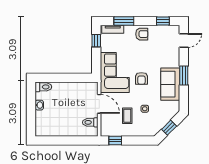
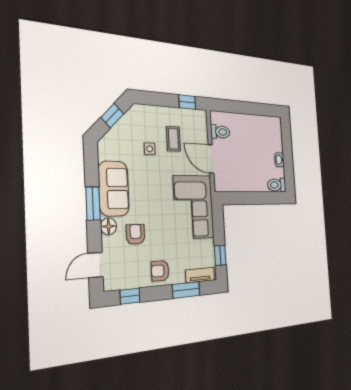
floor lamp: (175, 62) -> (108, 226), added
armchair: (141, 78) -> (136, 234), moved

